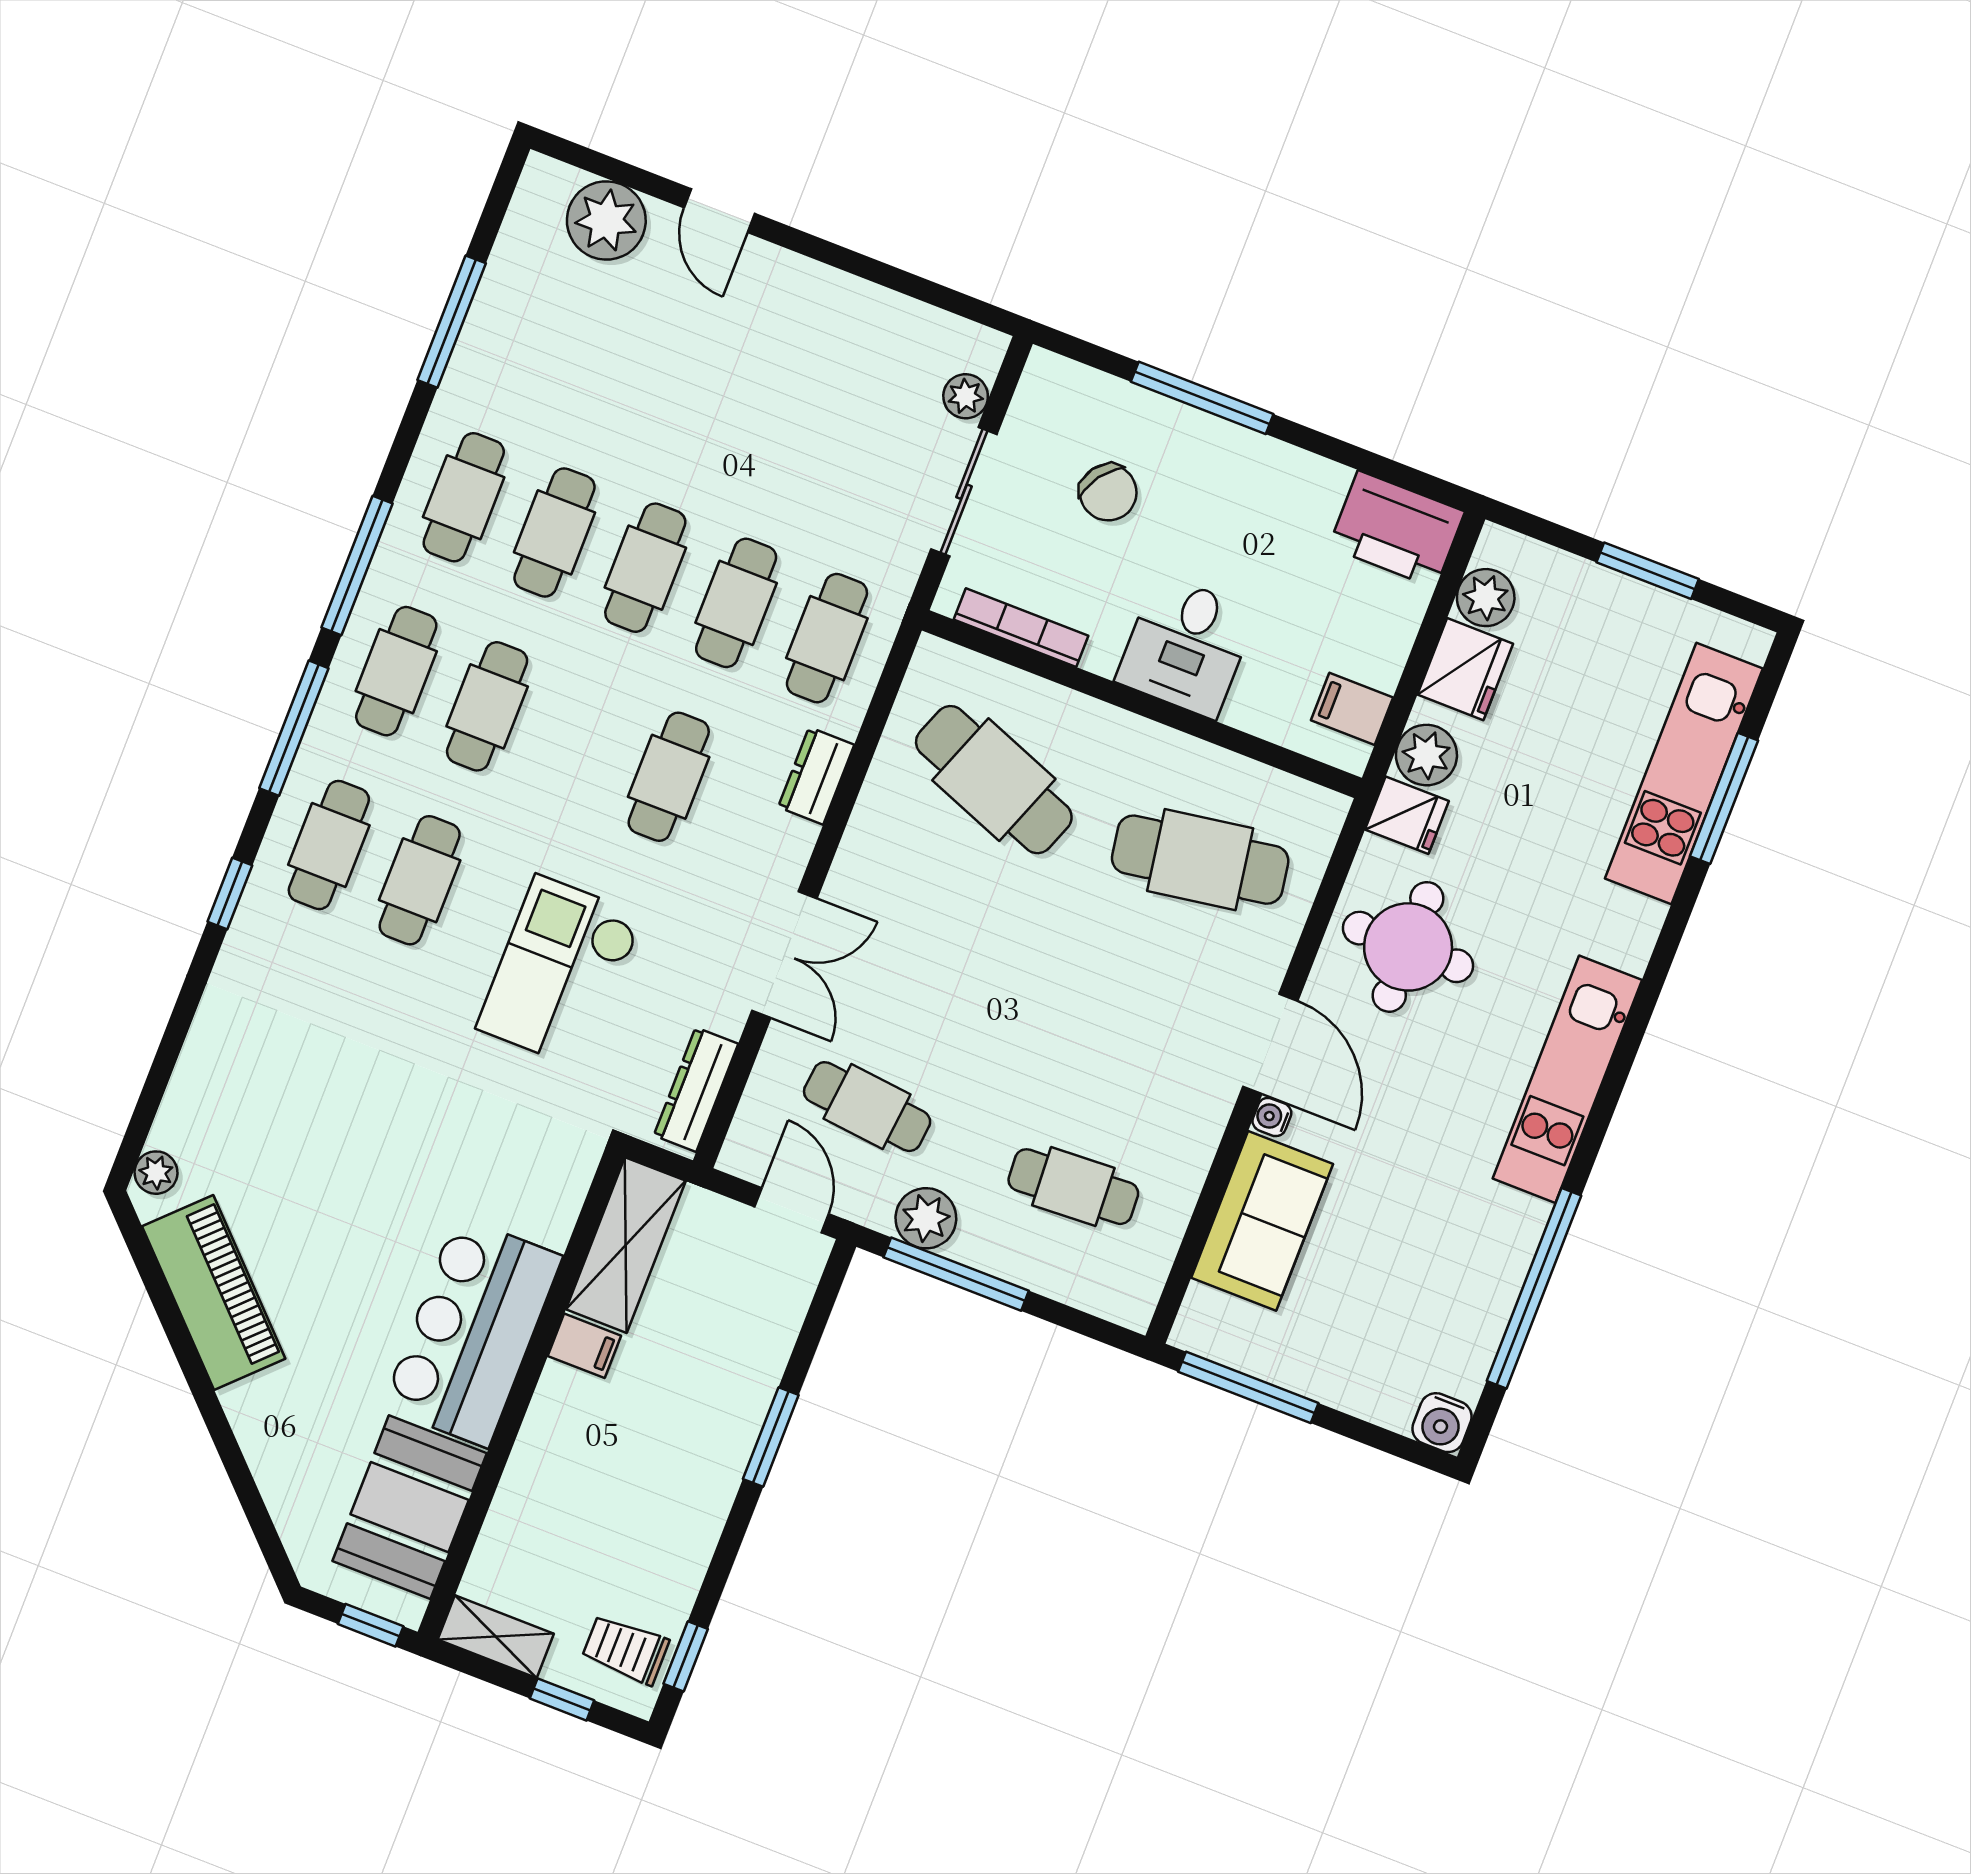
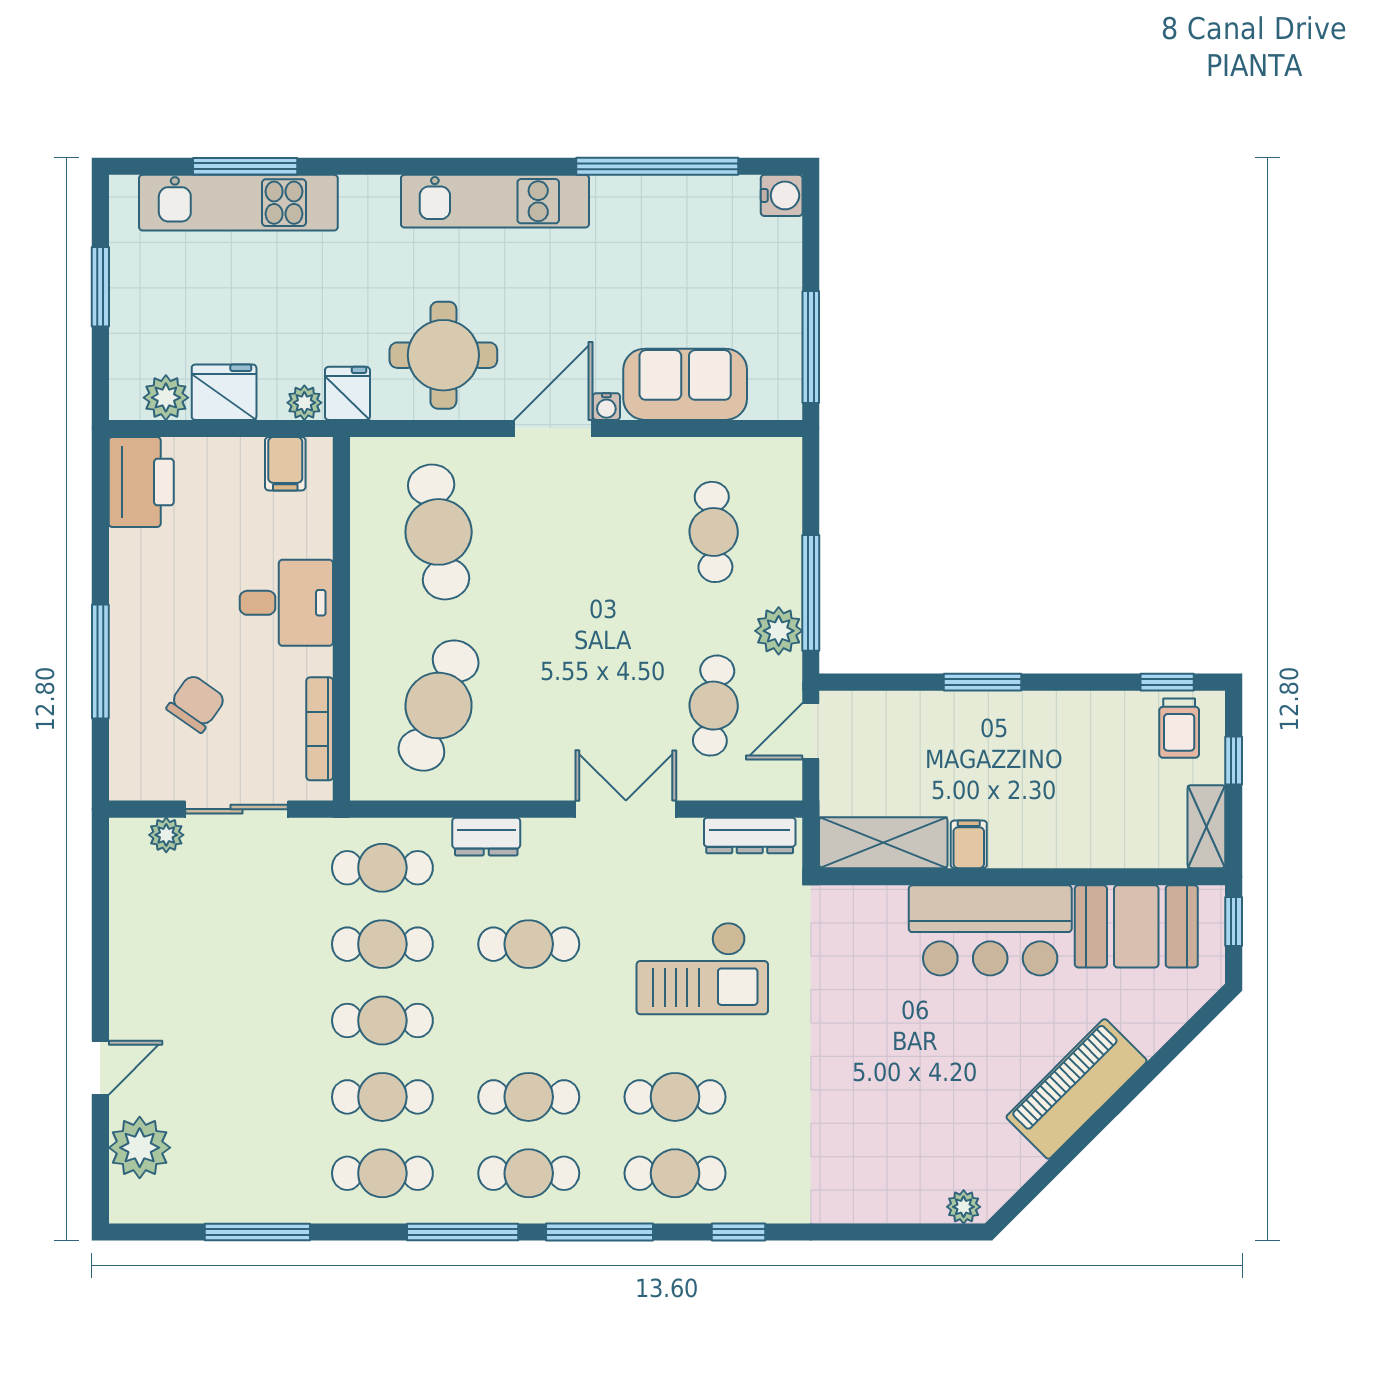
plant: (1426, 755) -> (304, 403), width x0.73, depth x0.73
piano: (214, 1293) -> (1077, 1089), moved

